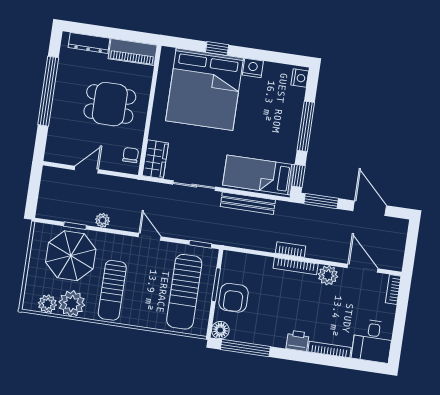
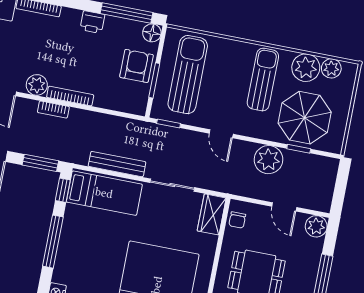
plant: (55, 152) -> (316, 226), added
door: (86, 170) -> (284, 207), hinge flipped
plant: (103, 220) -> (268, 160), width x1.88, depth x1.88
bookcase: (291, 250) -> (53, 110), moved
printer: (298, 341) -> (92, 22), moved

